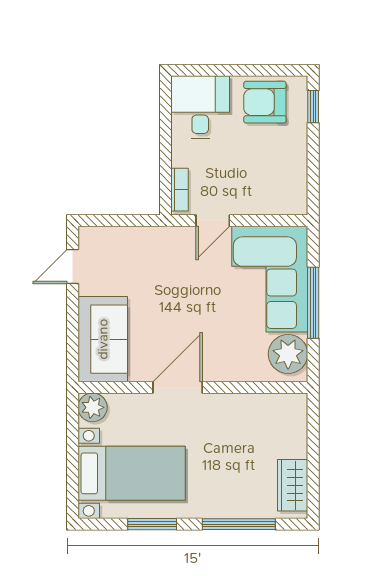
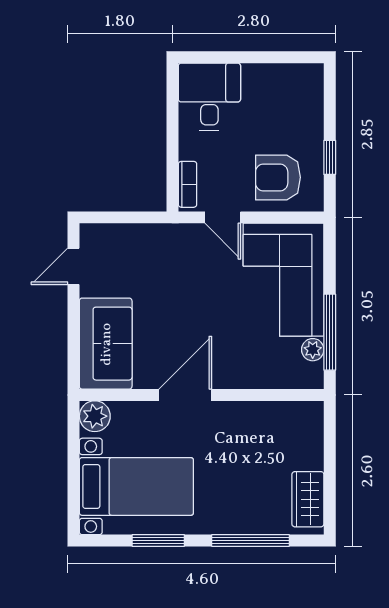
armchair: (265, 102) -> (278, 177), moved
window: (313, 107) -> (330, 157), moved
door: (213, 221) -> (223, 217), hinge flipped
window: (313, 303) -> (330, 332), moved
plant: (288, 354) -> (313, 350), width x0.53, depth x0.53

